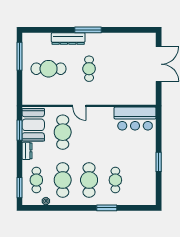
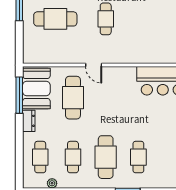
window: (19, 130) -> (19, 95), width x1.44
cafe table: (63, 180) -> (73, 157), width x0.73, depth x0.74
window: (19, 188) -> (19, 166), removed

